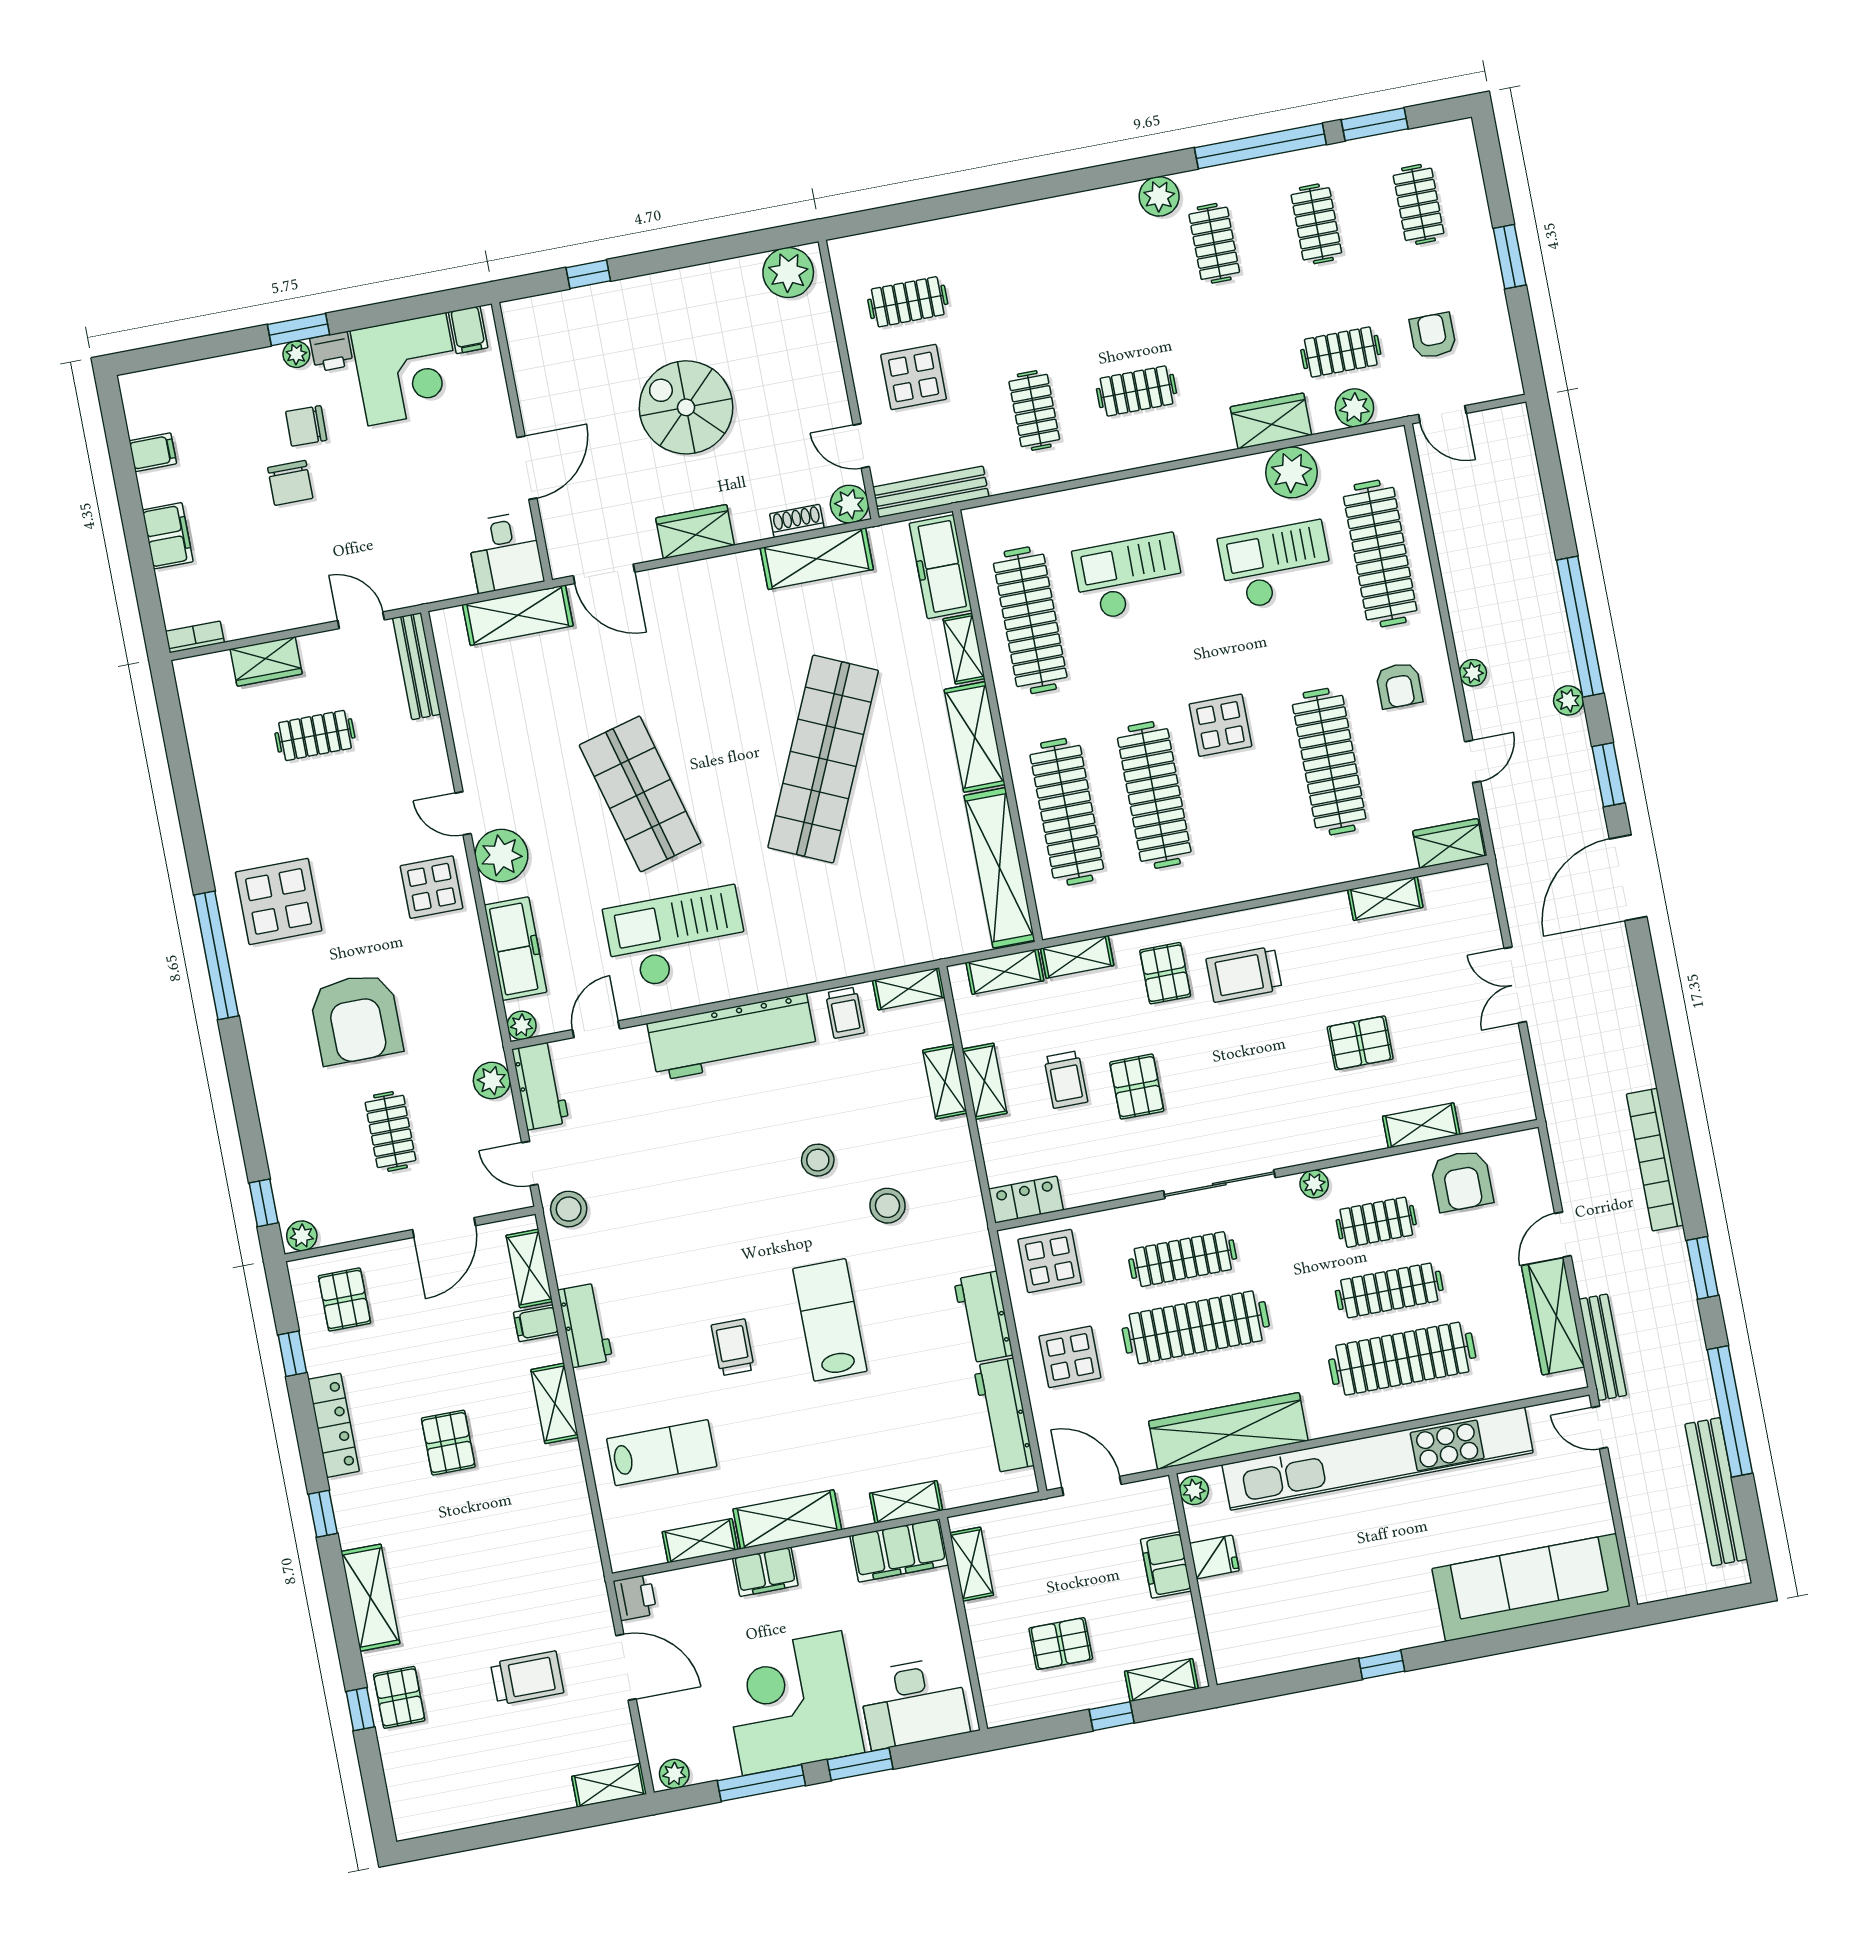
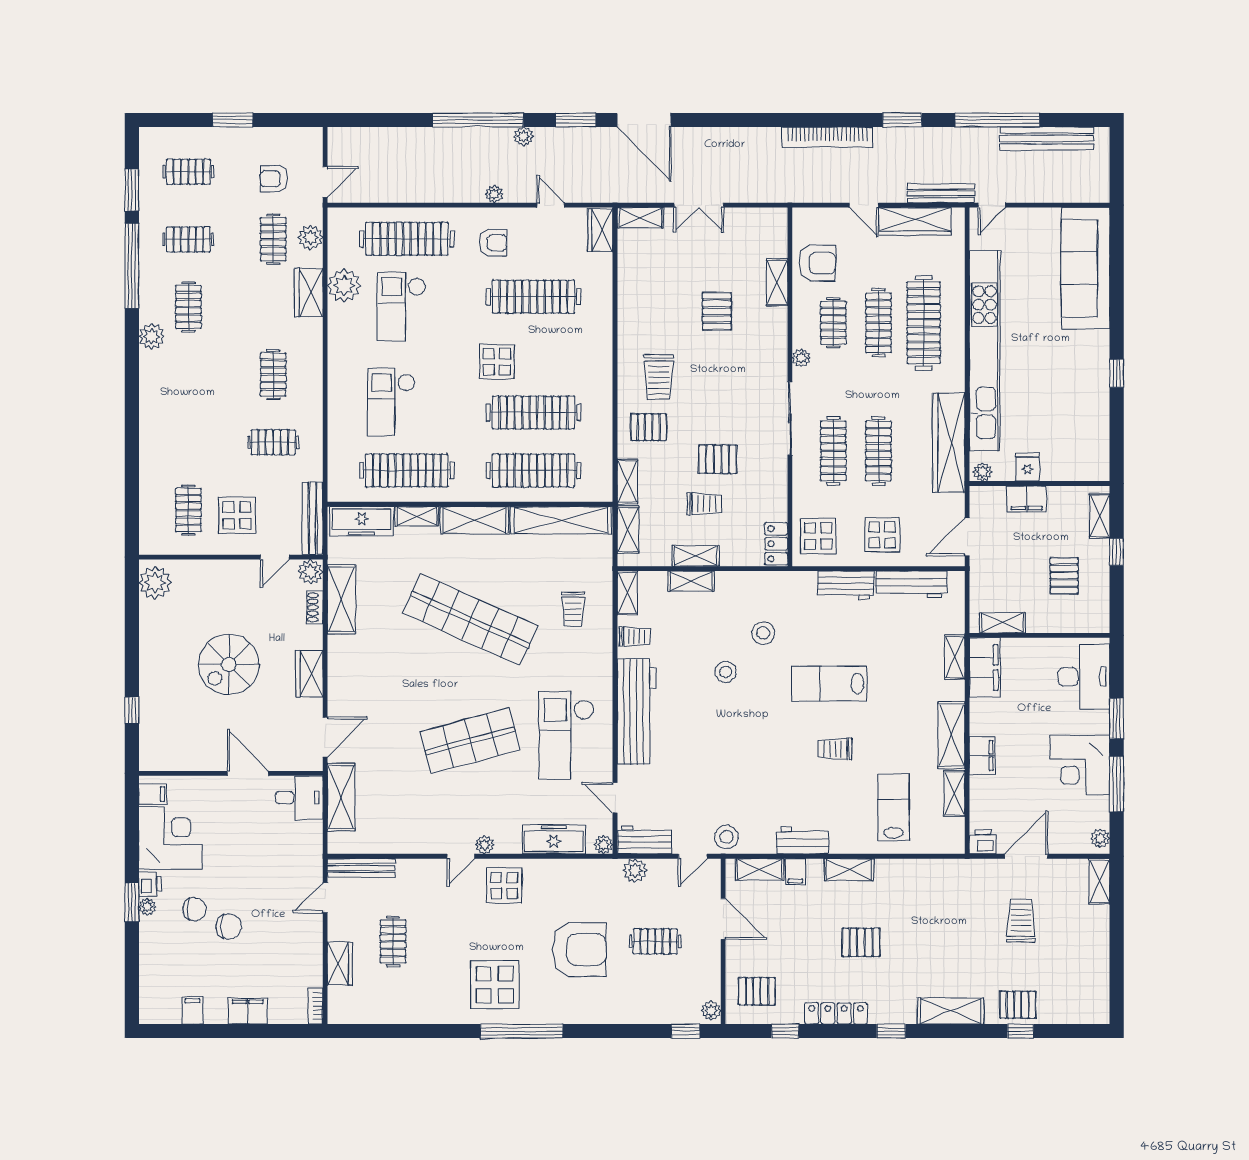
clothes rail: (1214, 243) -> (188, 307), turned 90
chair: (306, 426) -> (194, 909), turned -91
plant: (501, 855) -> (485, 845), width x0.53, depth x0.53
shelving: (1385, 898) -> (640, 218), moved, turned 90
trolley: (868, 912) -> (573, 609), added
clothes rail: (1196, 1327) -> (878, 451), width x0.73, depth x0.76
corner desk: (792, 1703) -> (1080, 765), width x0.74, depth x0.74

